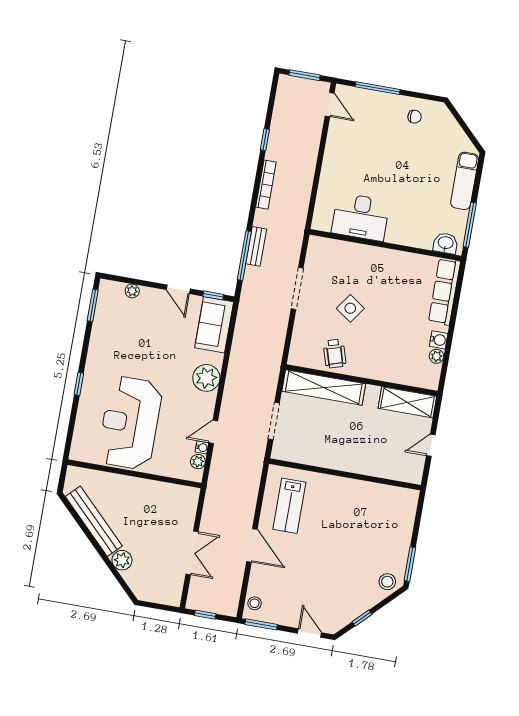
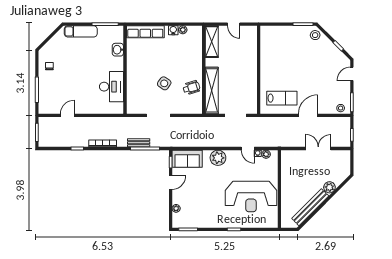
door: (330, 105) -> (67, 115), moved
washbasin: (446, 243) -> (118, 50), moved

